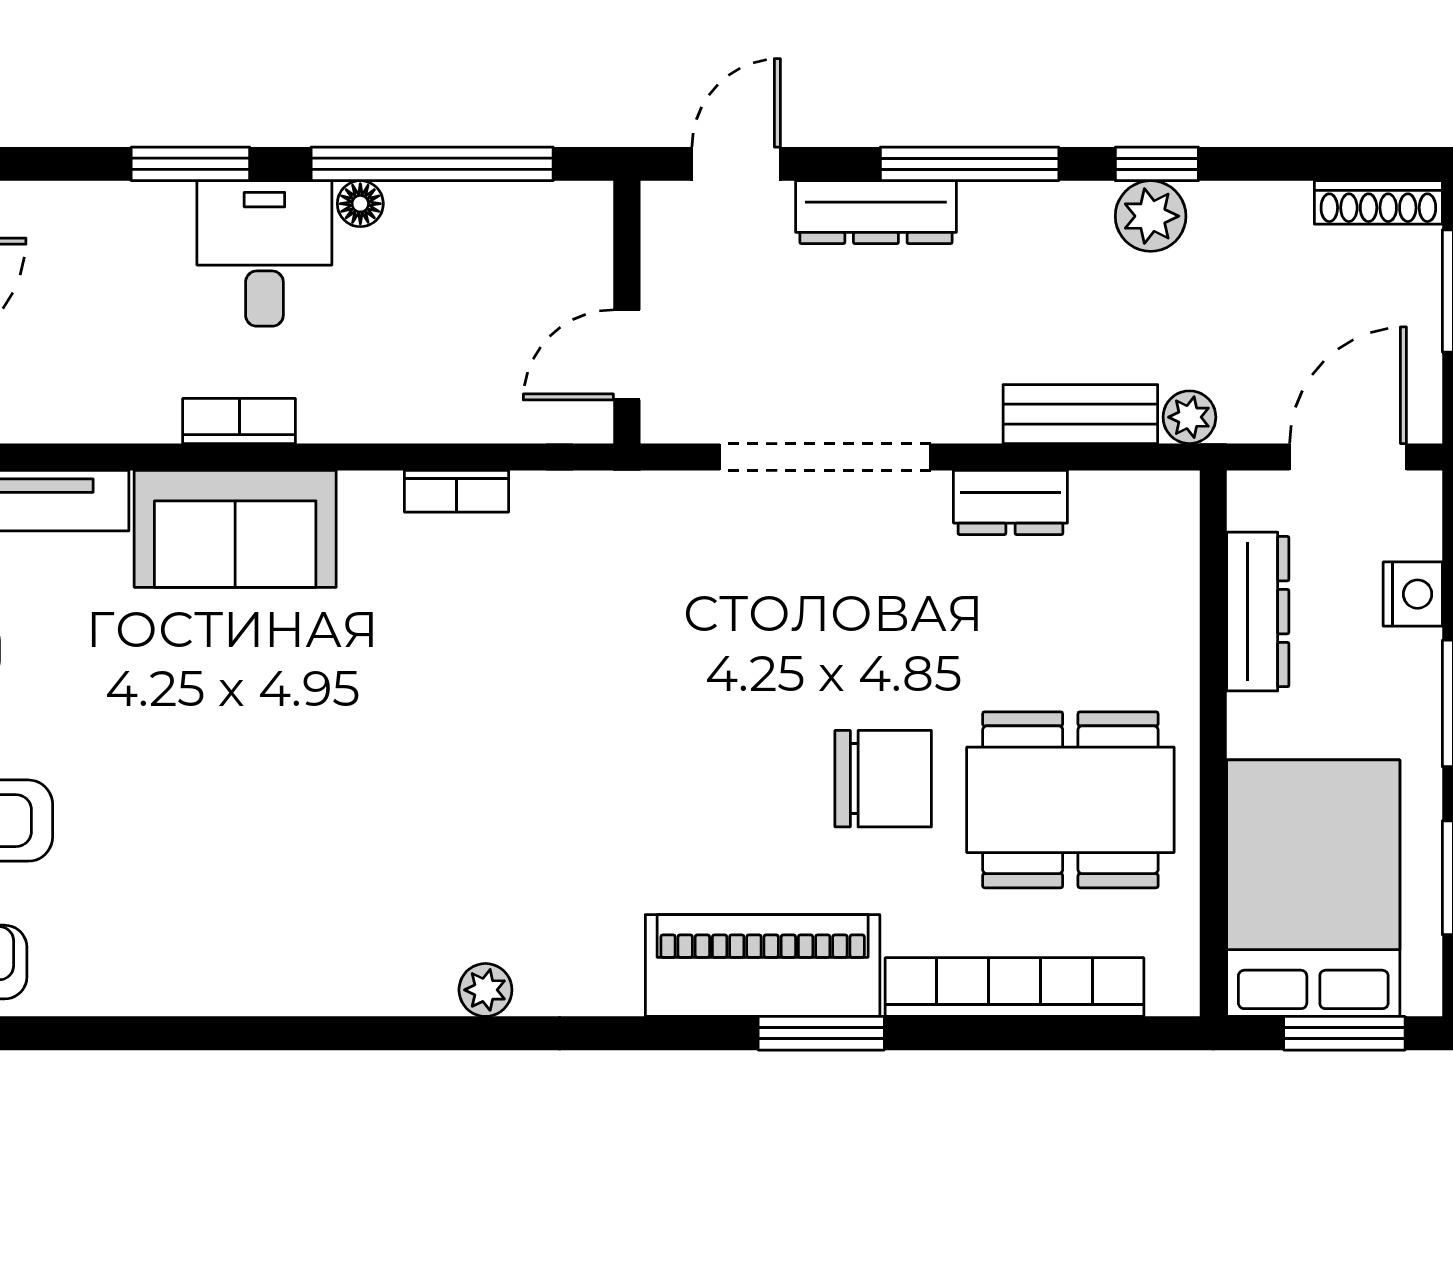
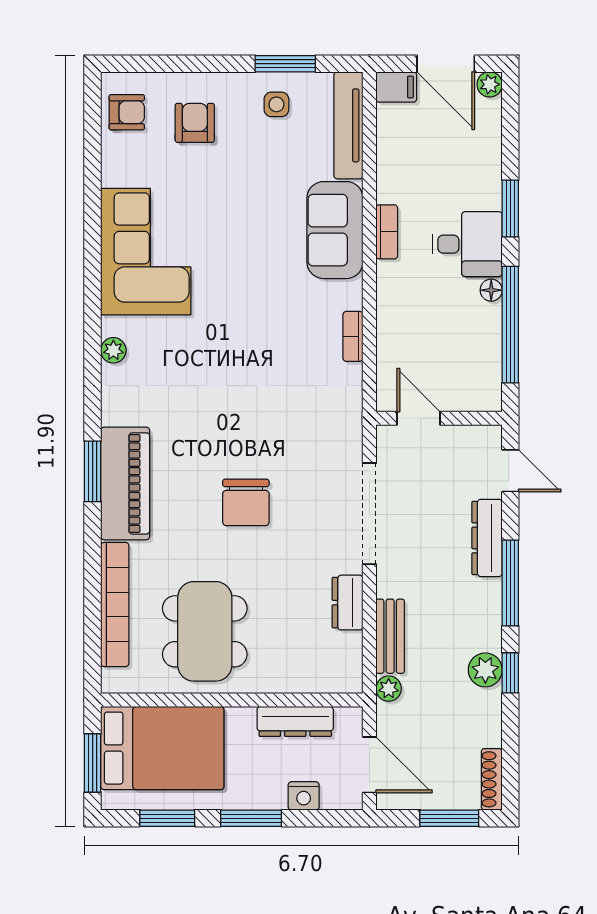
chair: (883, 779) -> (246, 502), moved
corner sofa: (280, 923) -> (146, 252), added
window: (821, 1033) -> (93, 471), moved

